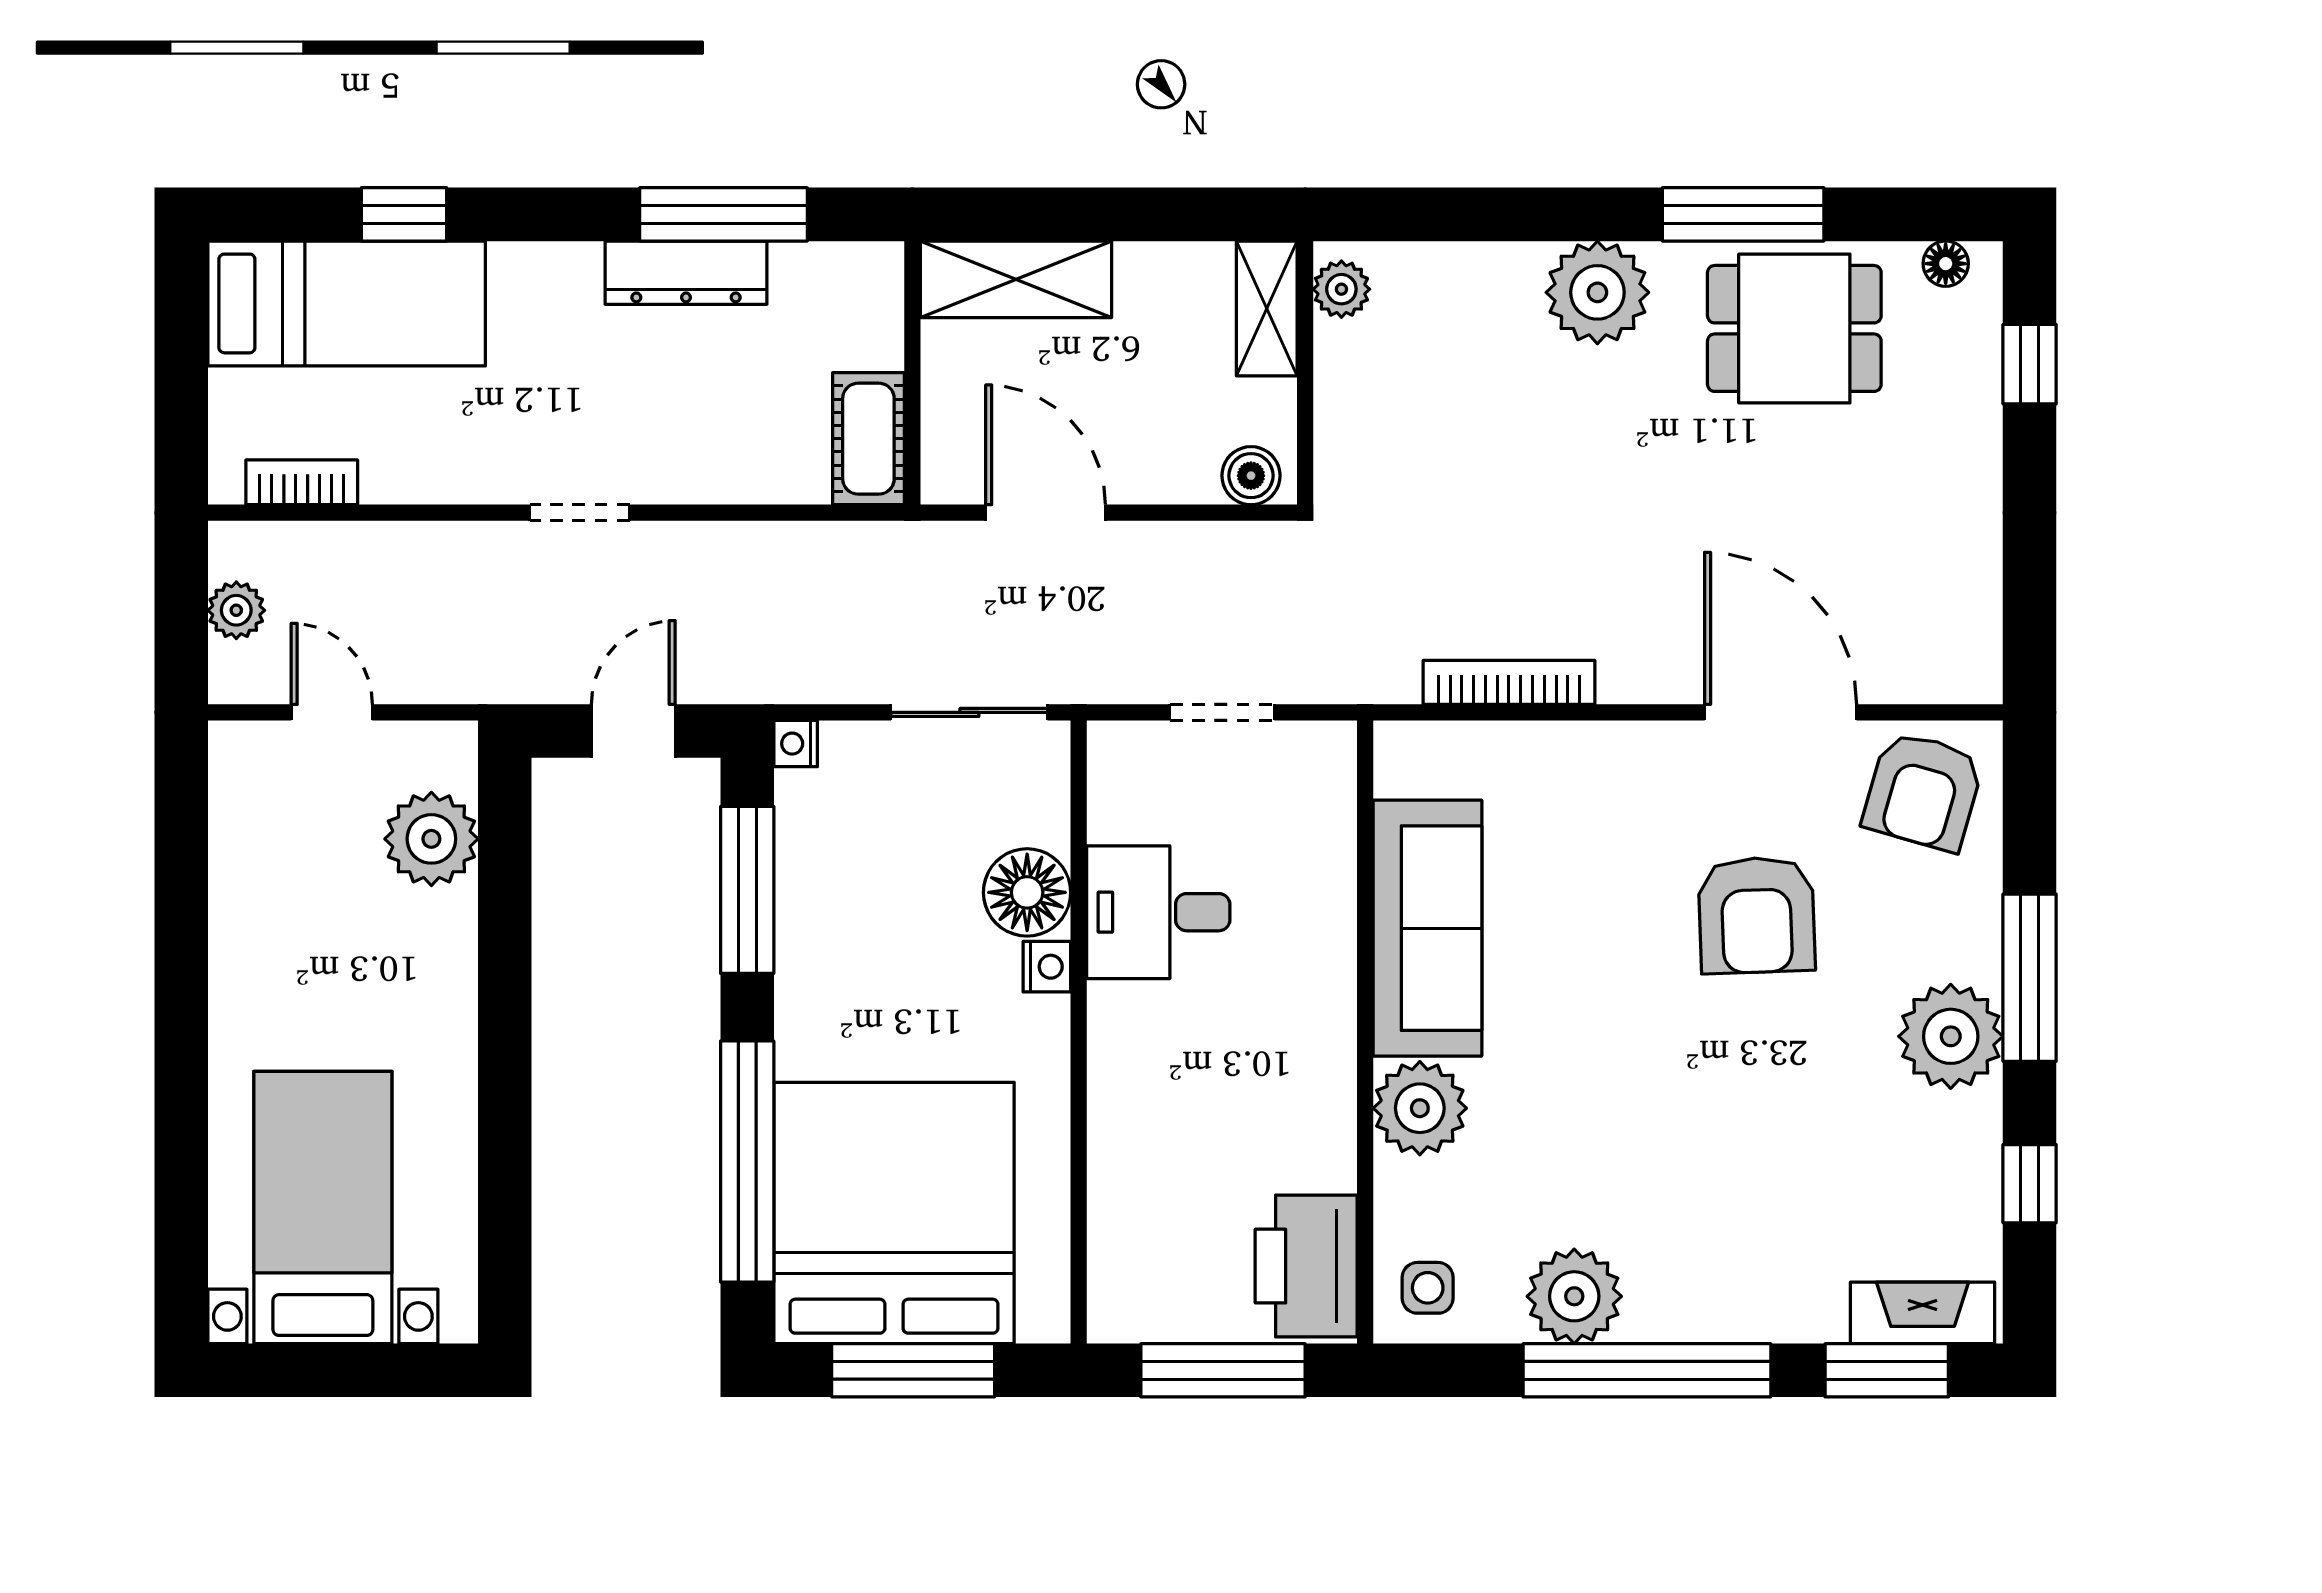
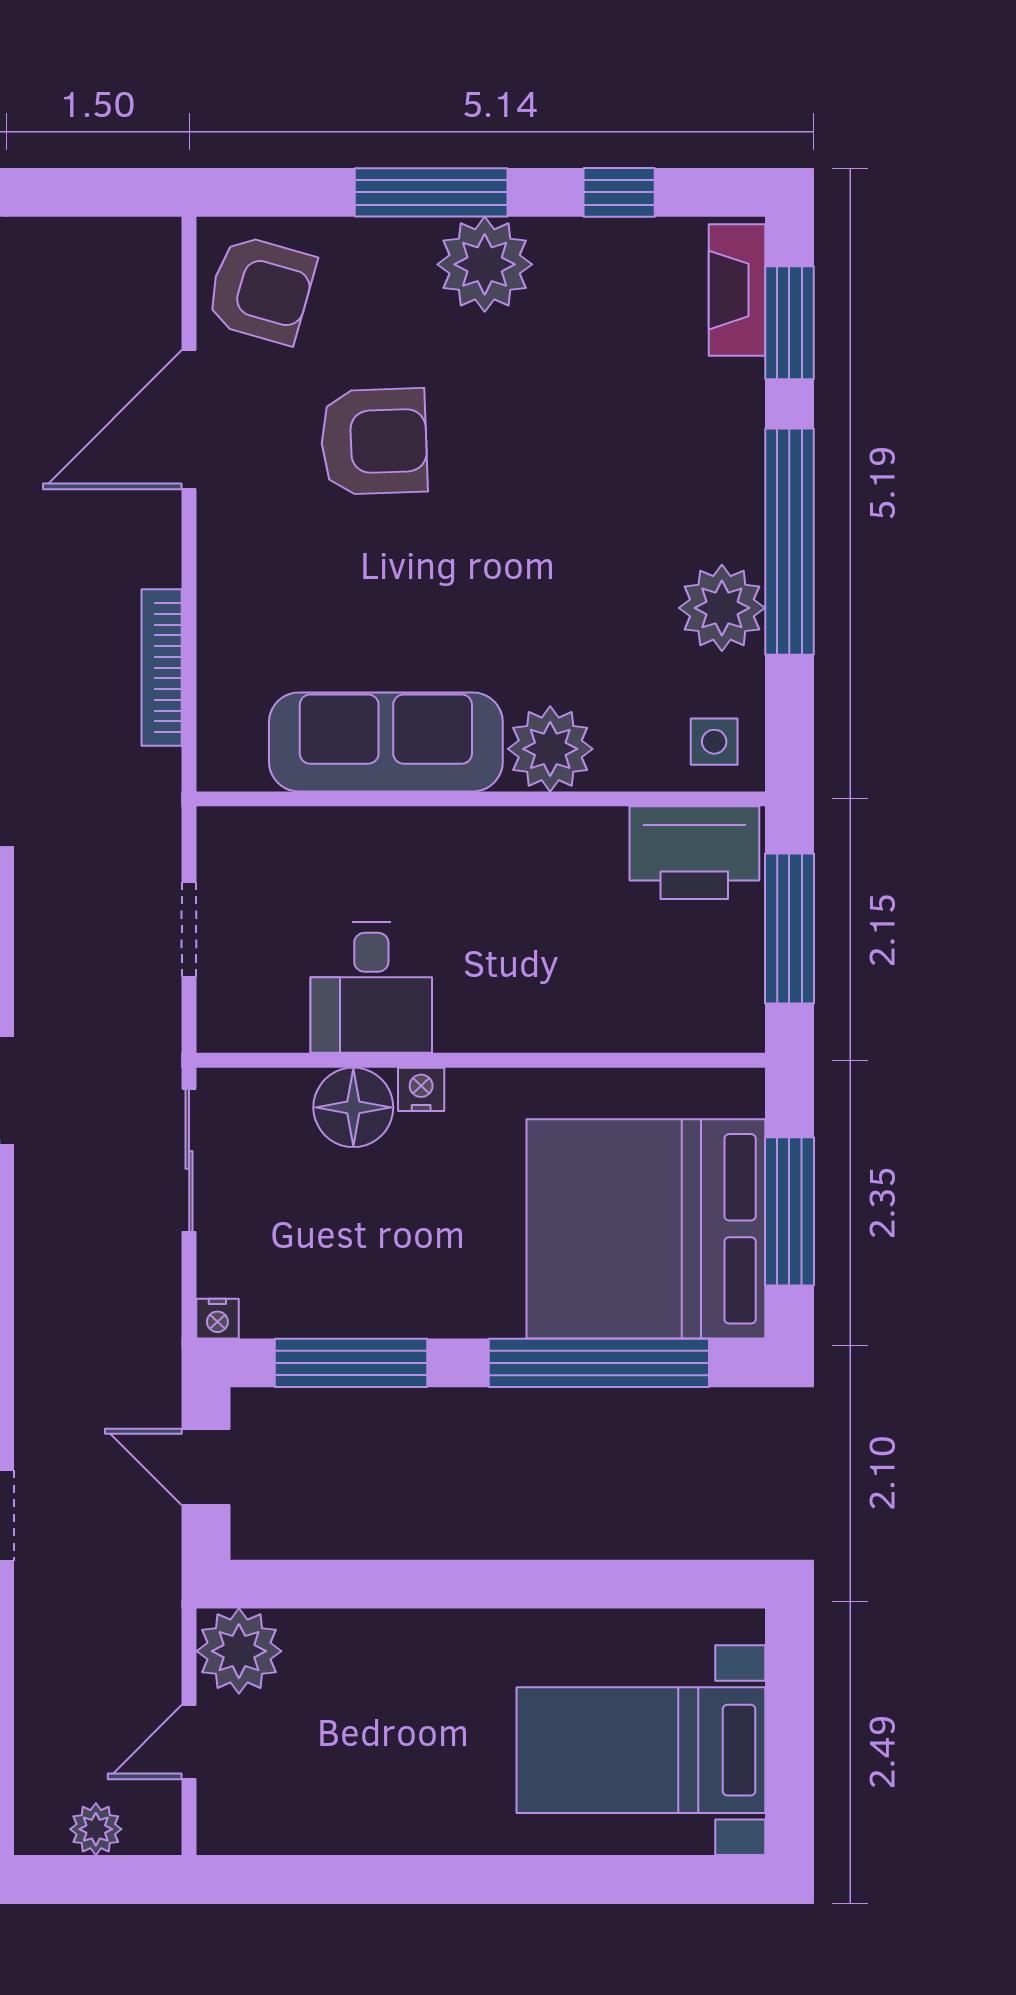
plant: (431, 839) -> (239, 1651), moved

